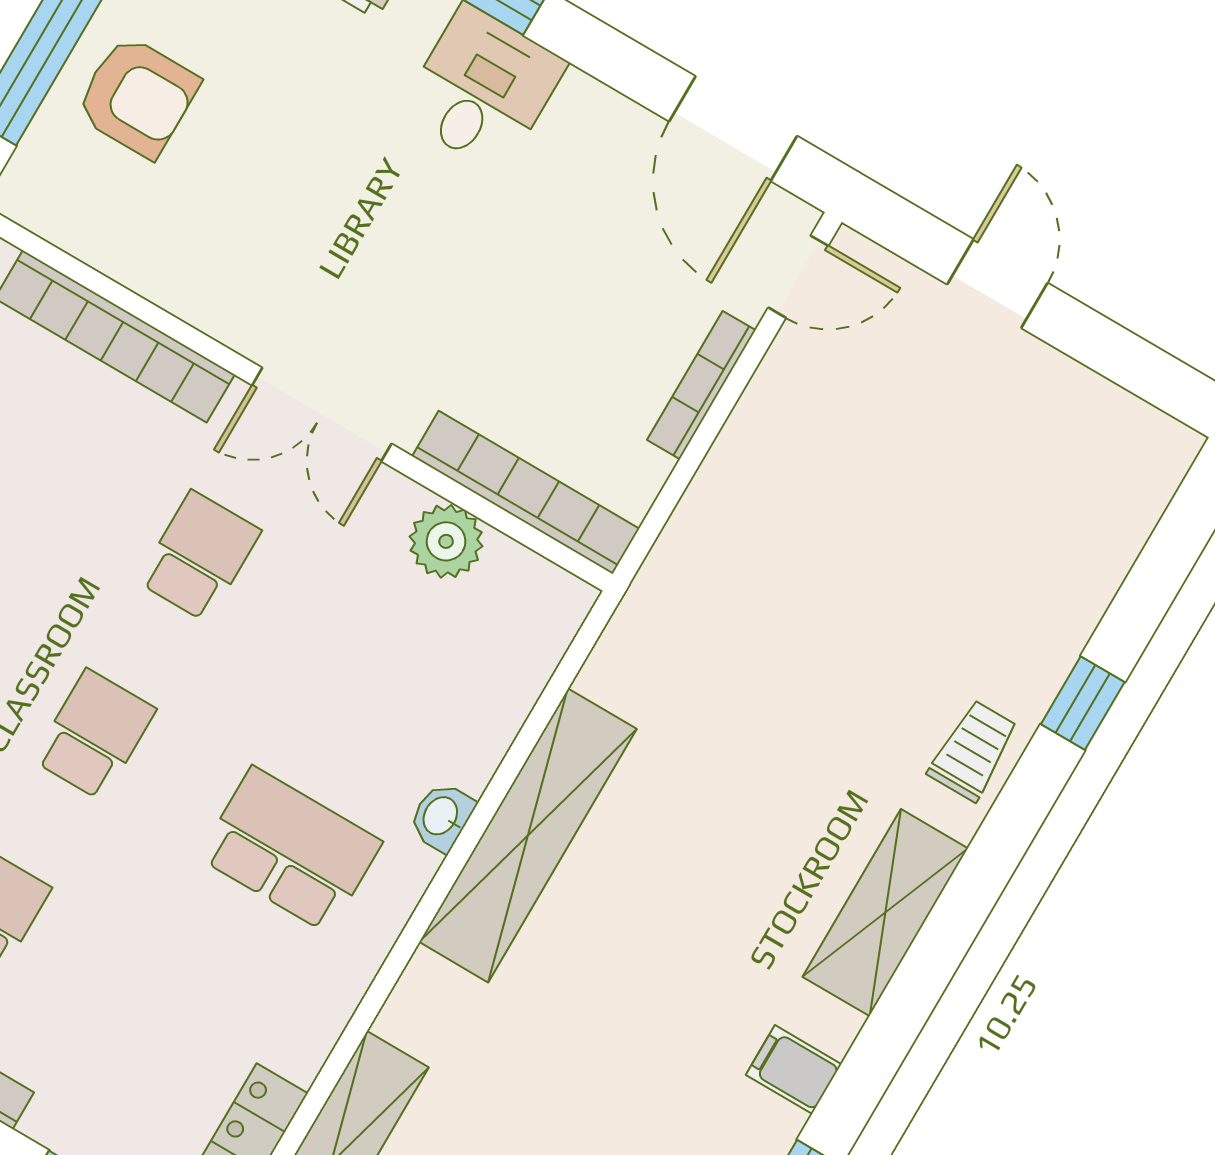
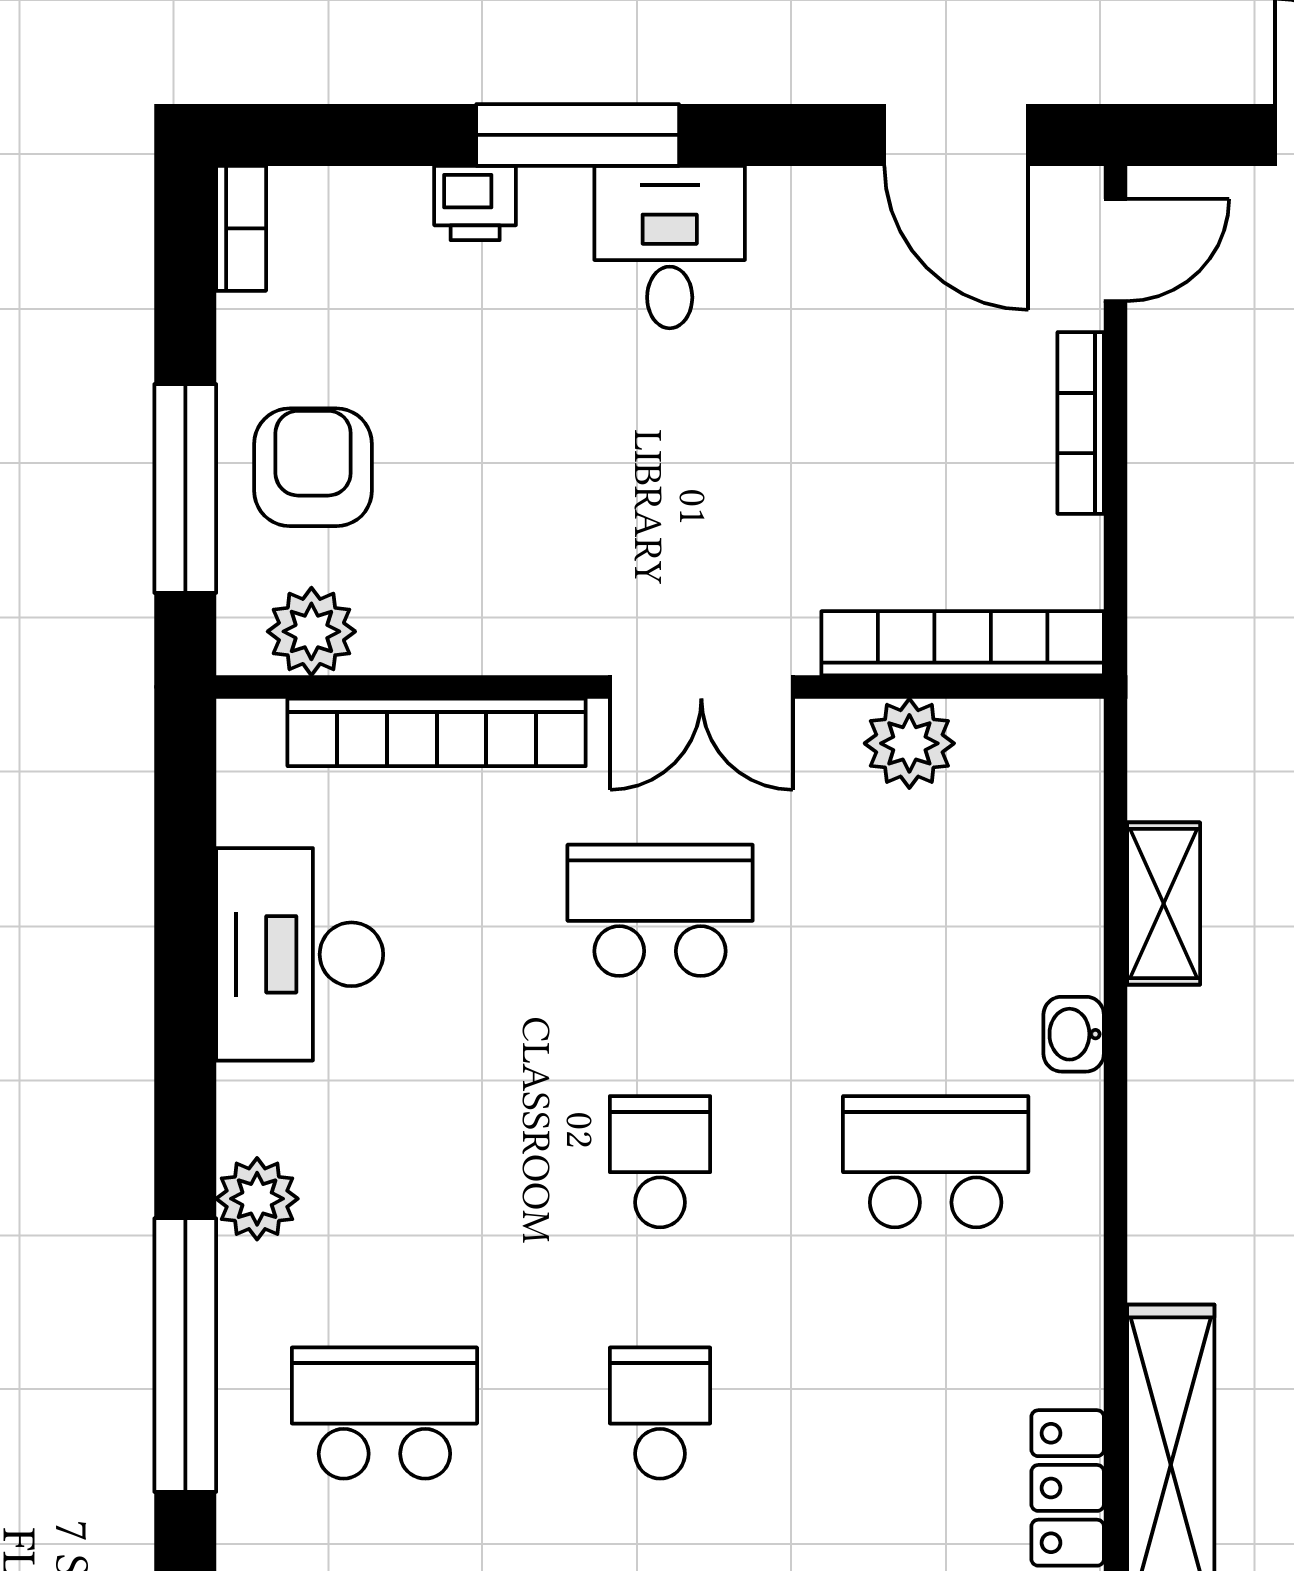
armchair: (137, 97) -> (313, 467), turned -90
plant: (68, 213) -> (311, 631), added
school desk: (199, 556) -> (660, 910), width x1.85
shelving: (528, 835) -> (1164, 904), width x0.45, depth x0.75

